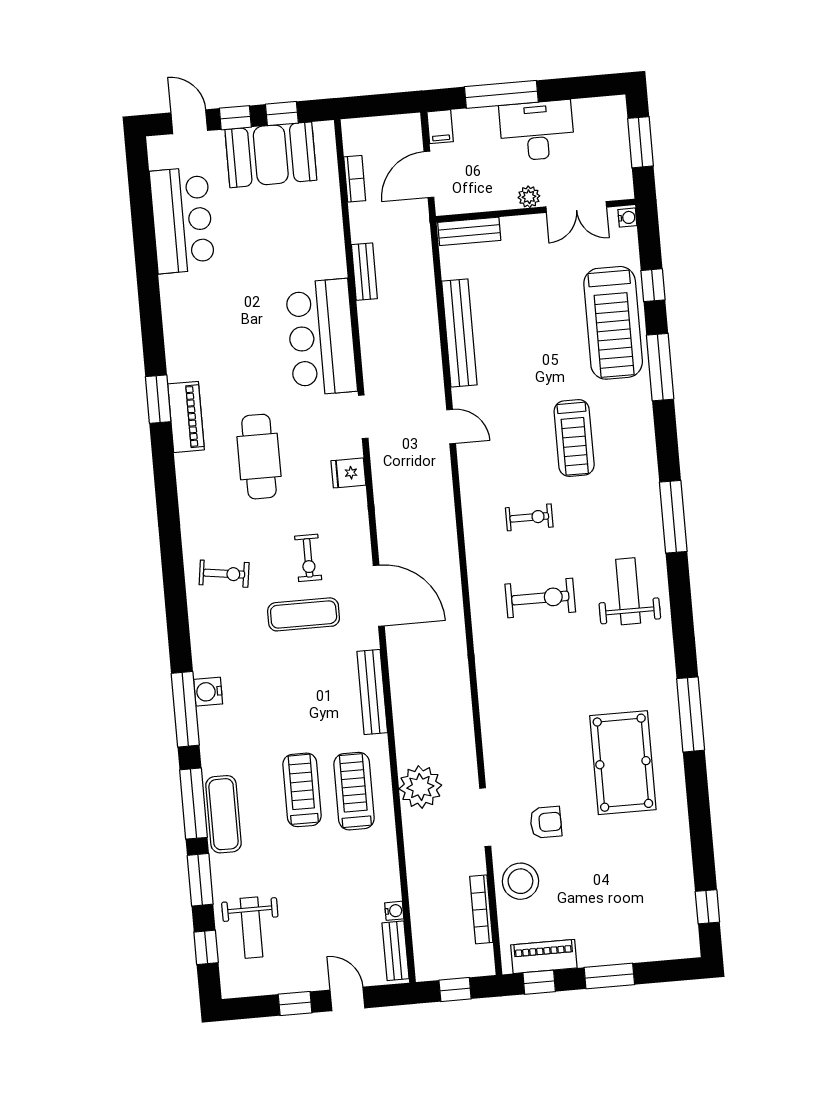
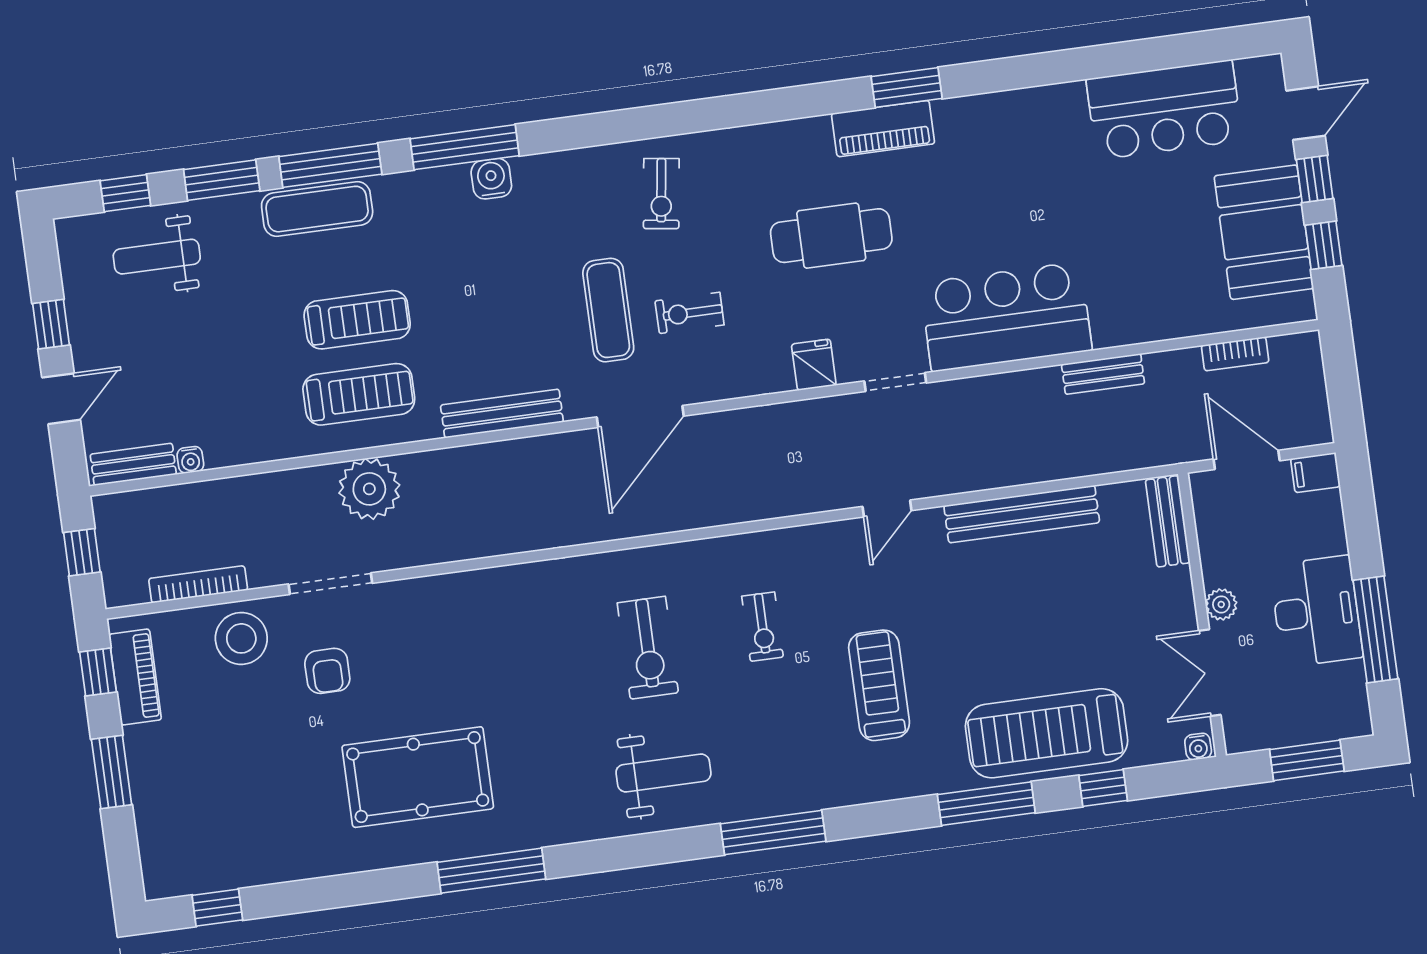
window: (501, 94) -> (1376, 630), moved
treadmill: (574, 438) -> (879, 685), turned 90

